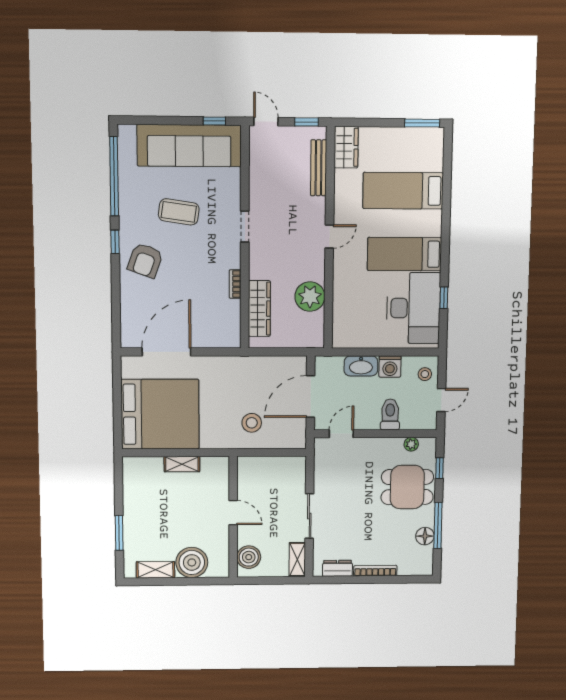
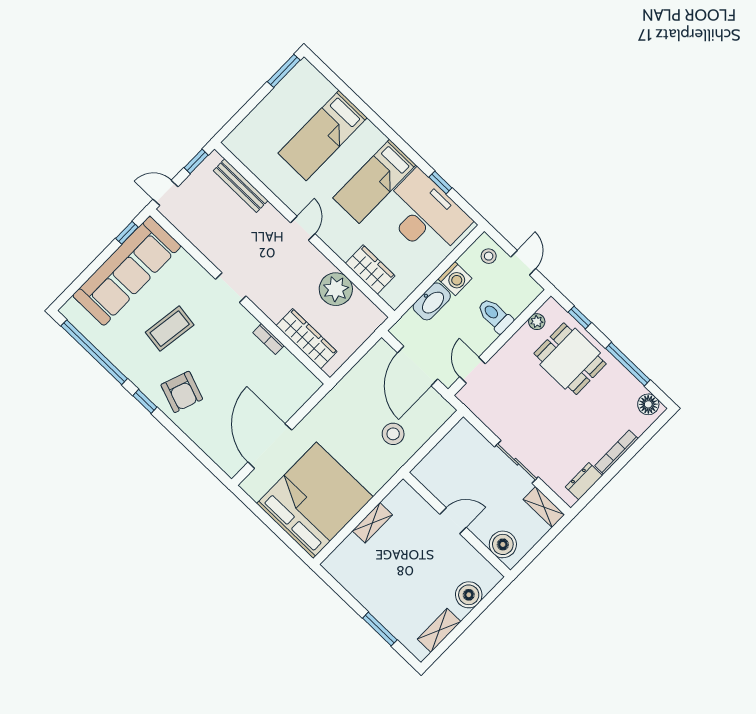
wardrobe: (346, 147) -> (370, 270), moved
dining table: (407, 487) -> (570, 359), turned 90
floor lamp: (425, 536) -> (648, 404), moved
boiler: (192, 562) -> (469, 595), width x0.73, depth x0.73

